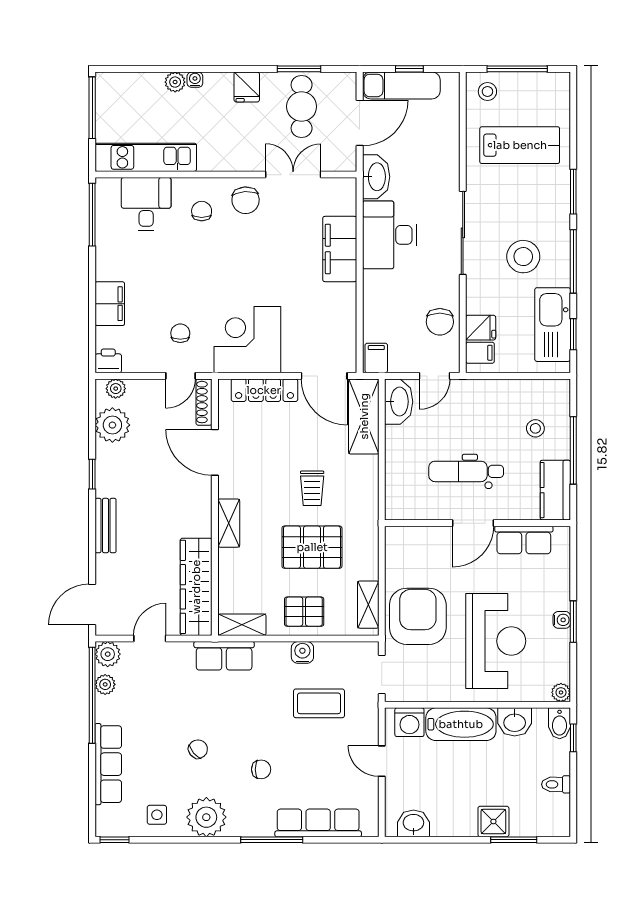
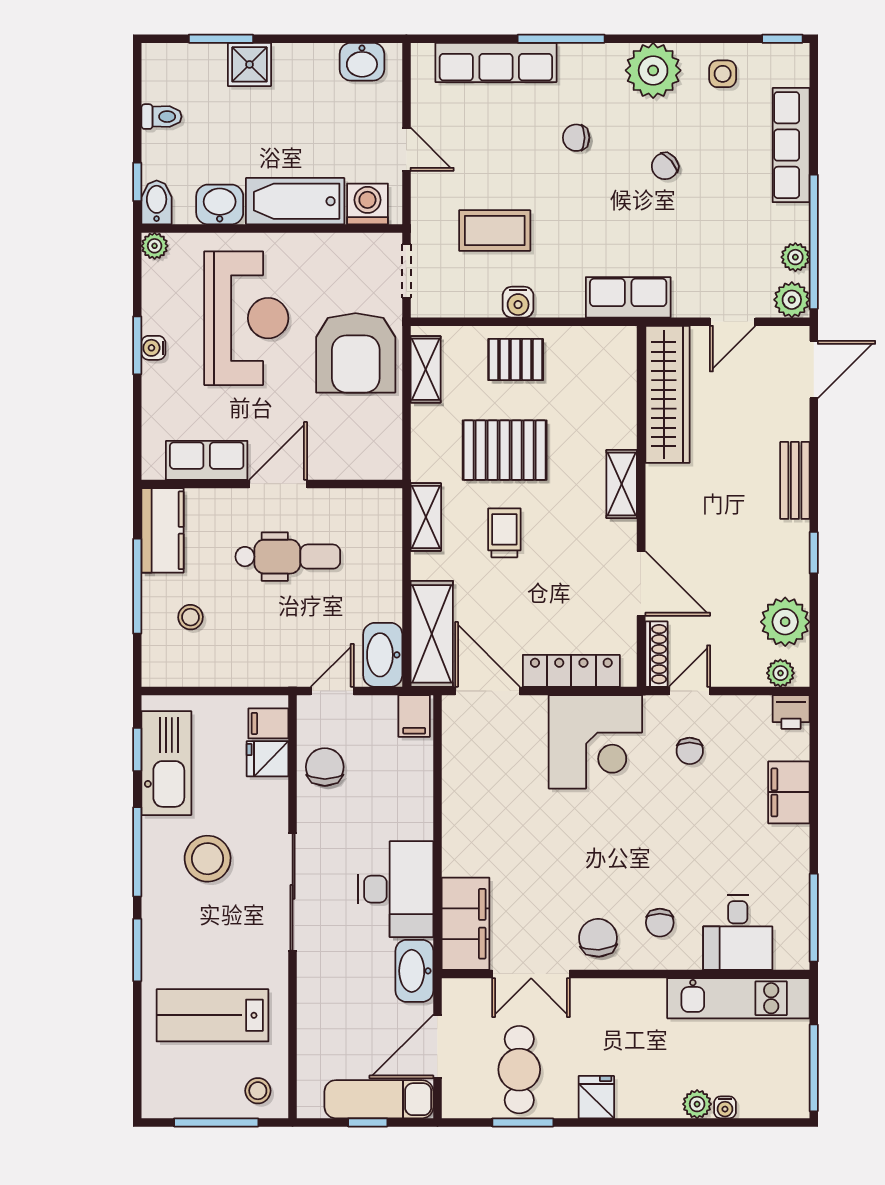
water cooler: (195, 80) -> (725, 1107), moved
filing cabinet: (340, 249) -> (466, 924), moved
shelving: (242, 625) -> (426, 517), moved, turned 90
reception desk: (496, 641) -> (246, 318), turned 180

